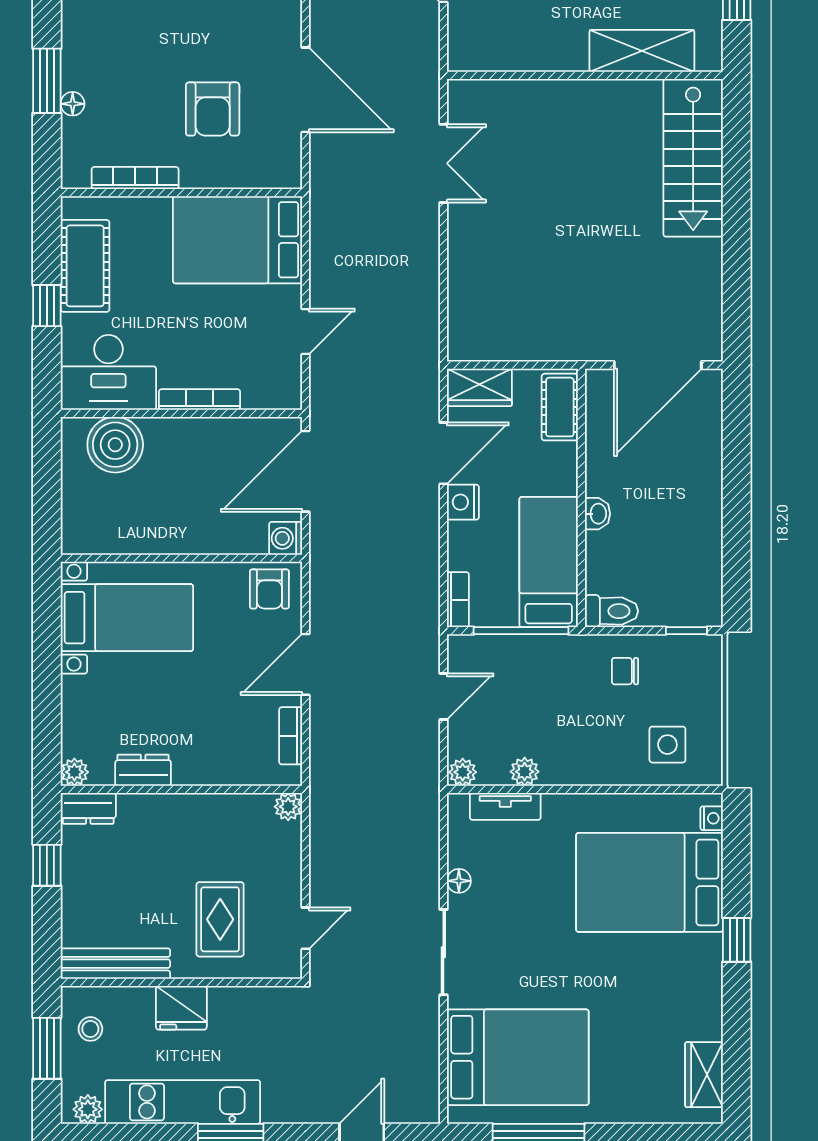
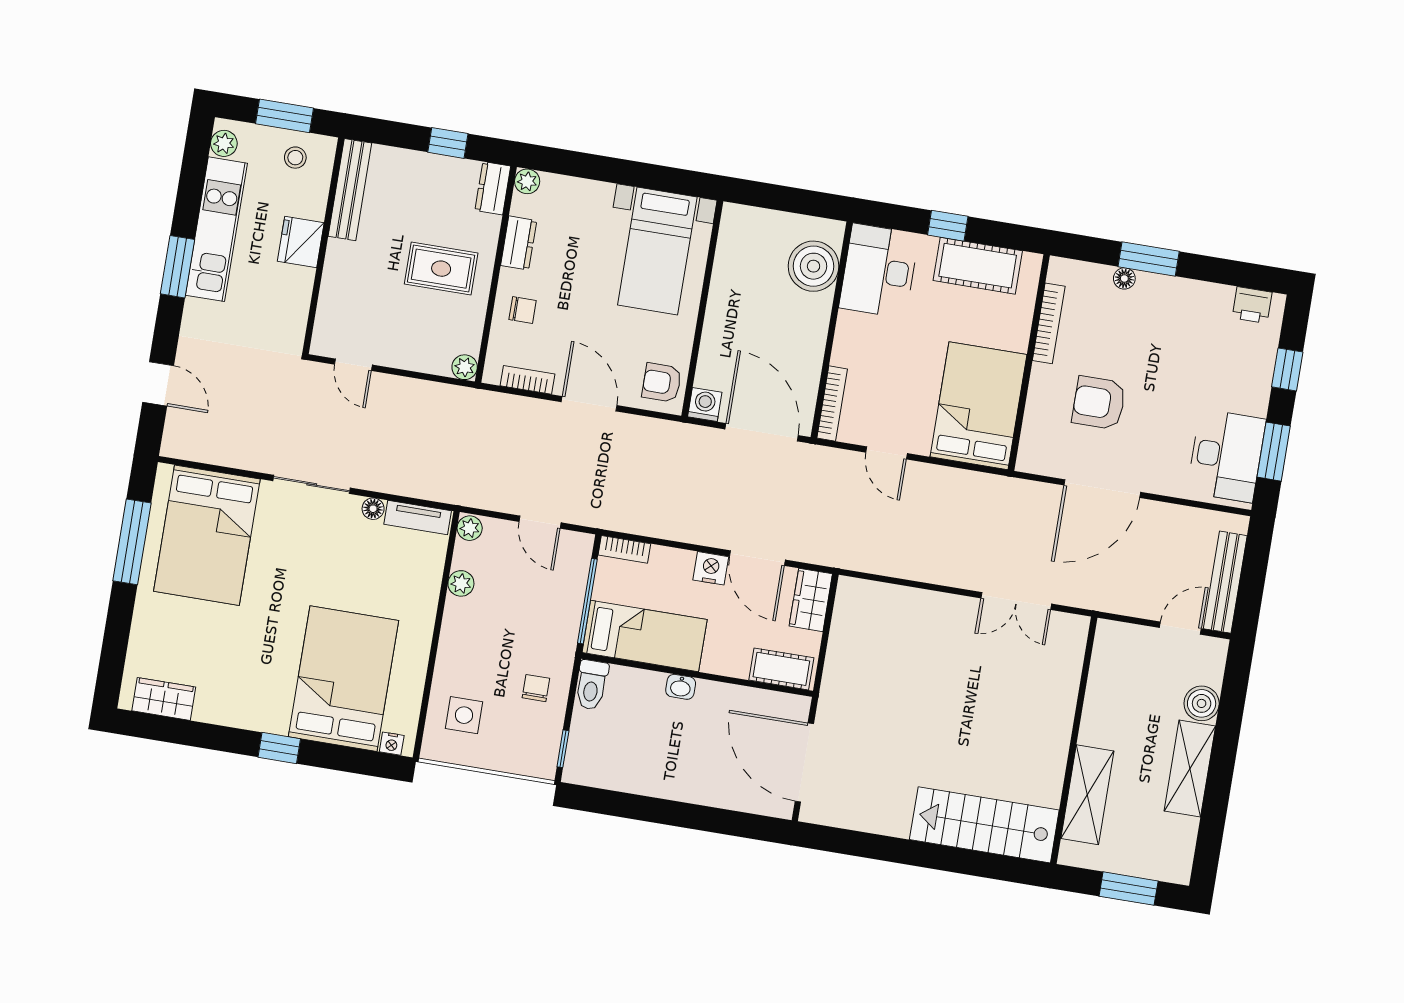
bookcase: (200, 400) -> (832, 404), moved
chair: (215, 754) -> (523, 310), added
tv unit: (505, 806) -> (418, 517), moved, turned -90
rug: (220, 919) -> (441, 269), moved

